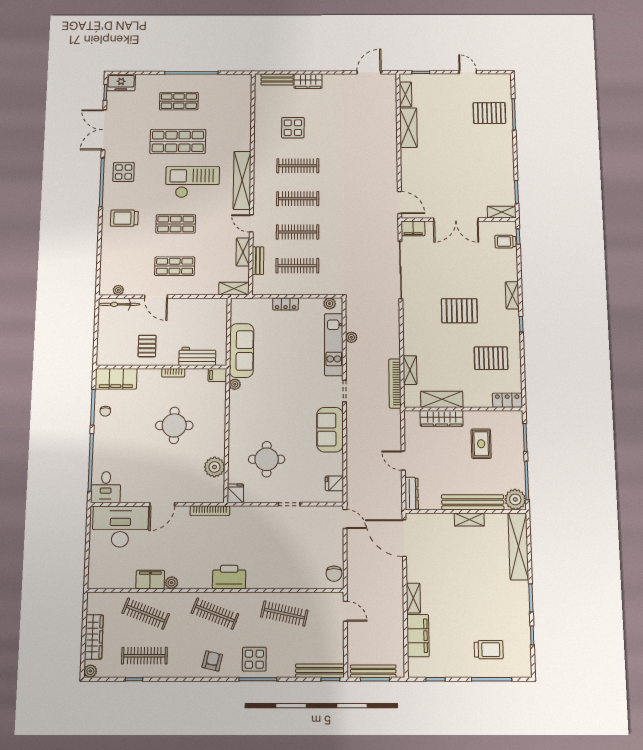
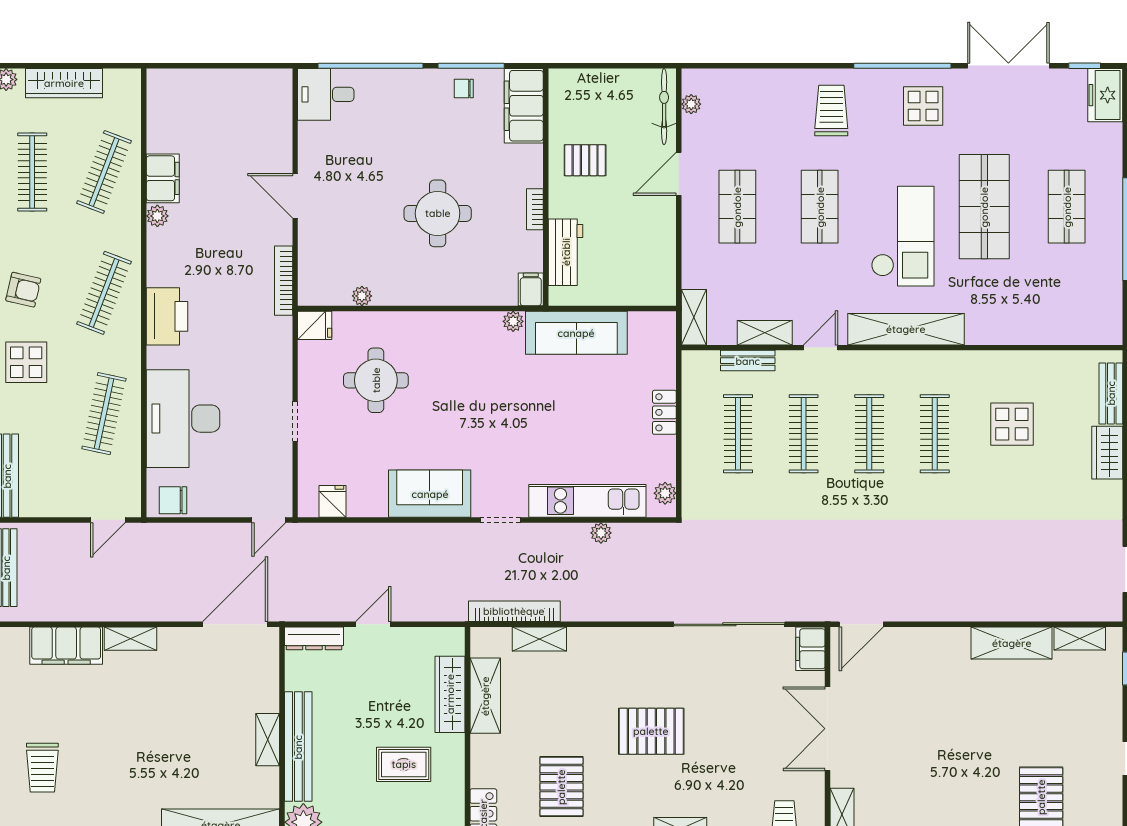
pallet: (459, 311) -> (651, 731), turned 90
plant: (215, 467) -> (362, 296), width x0.53, depth x0.53
desk: (120, 526) -> (183, 419), moved, turned 180

